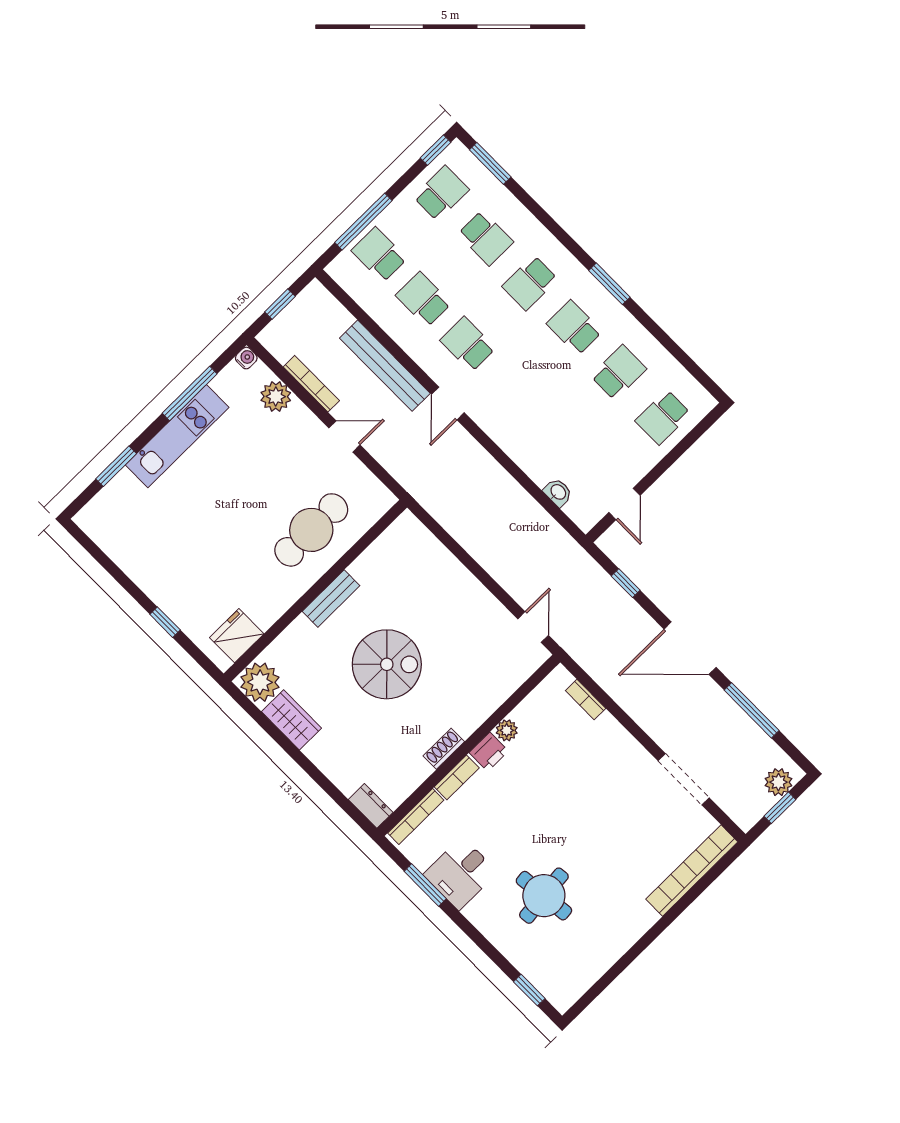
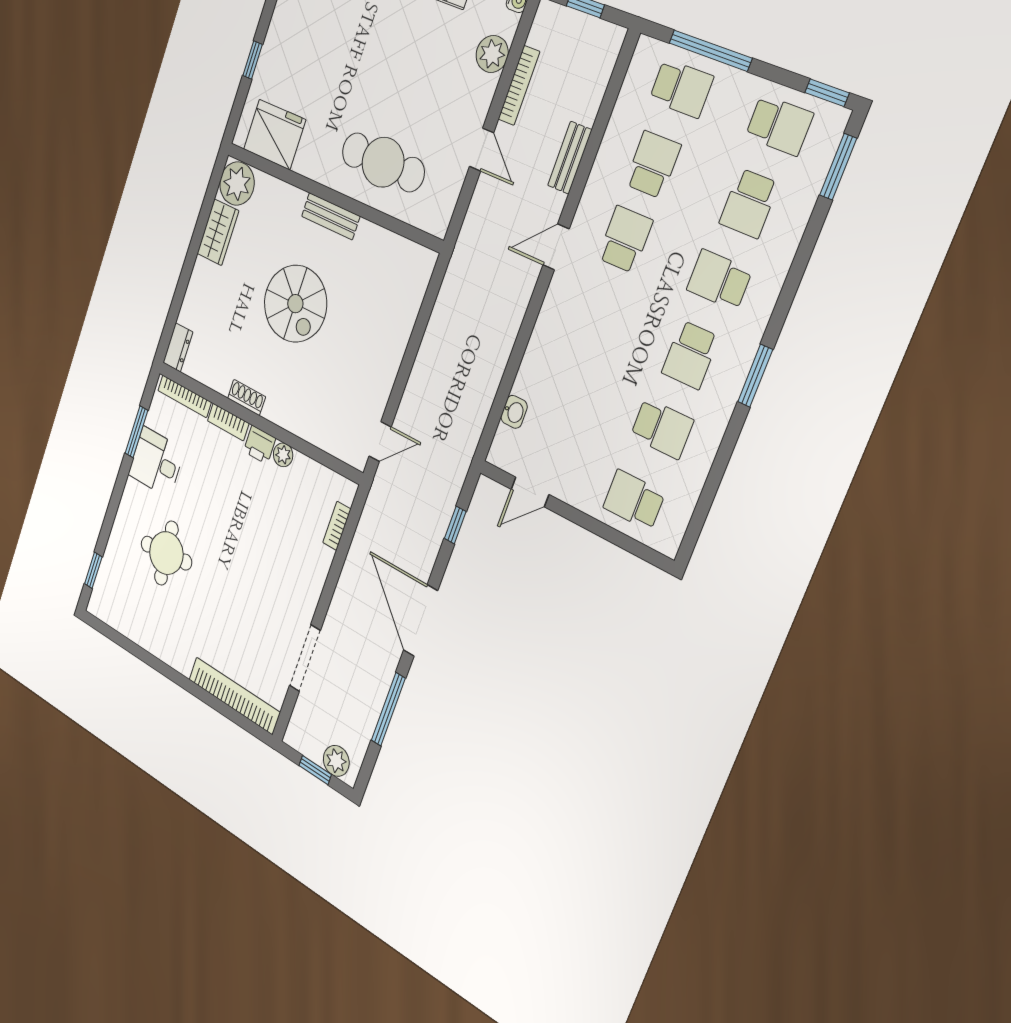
school desk: (379, 255) -> (681, 88), turned 90
school desk: (574, 328) -> (690, 355), turned 180
bench: (385, 366) -> (570, 158), width x0.54, depth x0.82
fridge: (237, 636) -> (275, 135), width x1.36, depth x1.34

